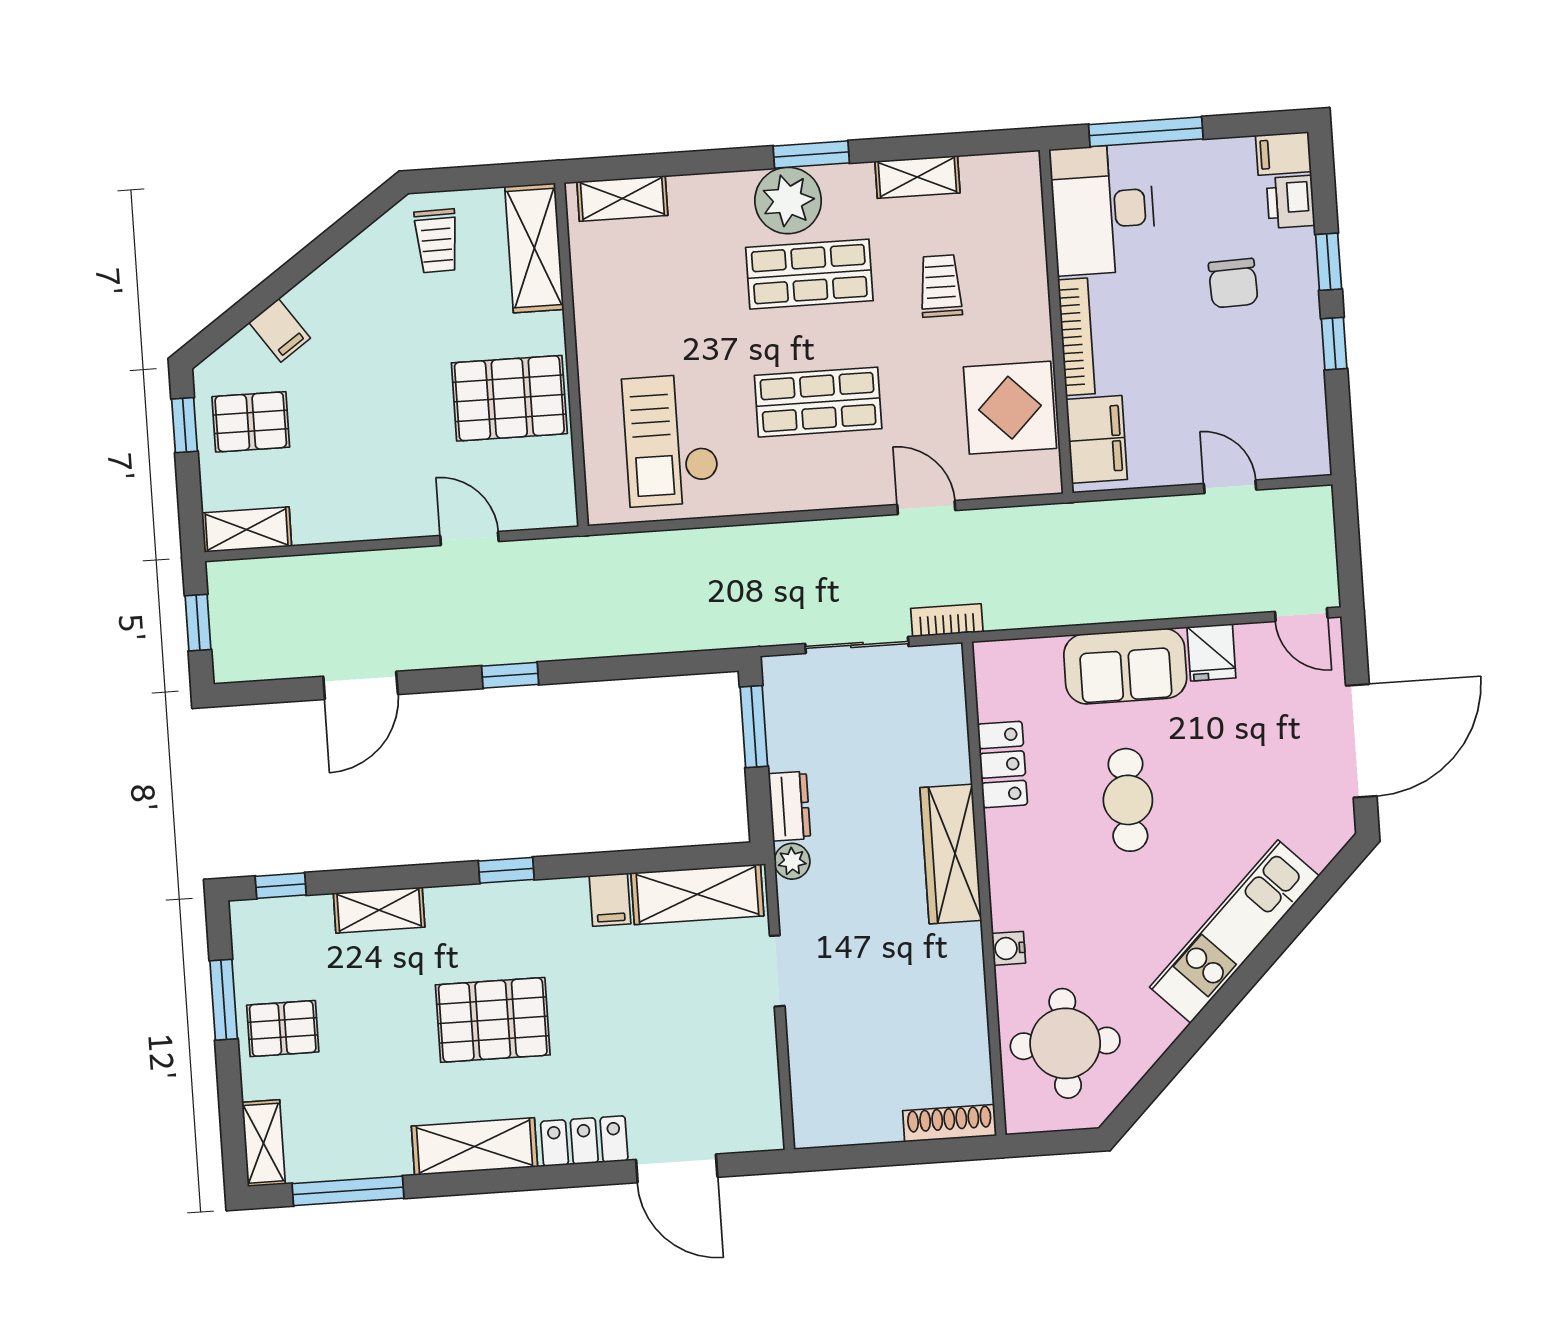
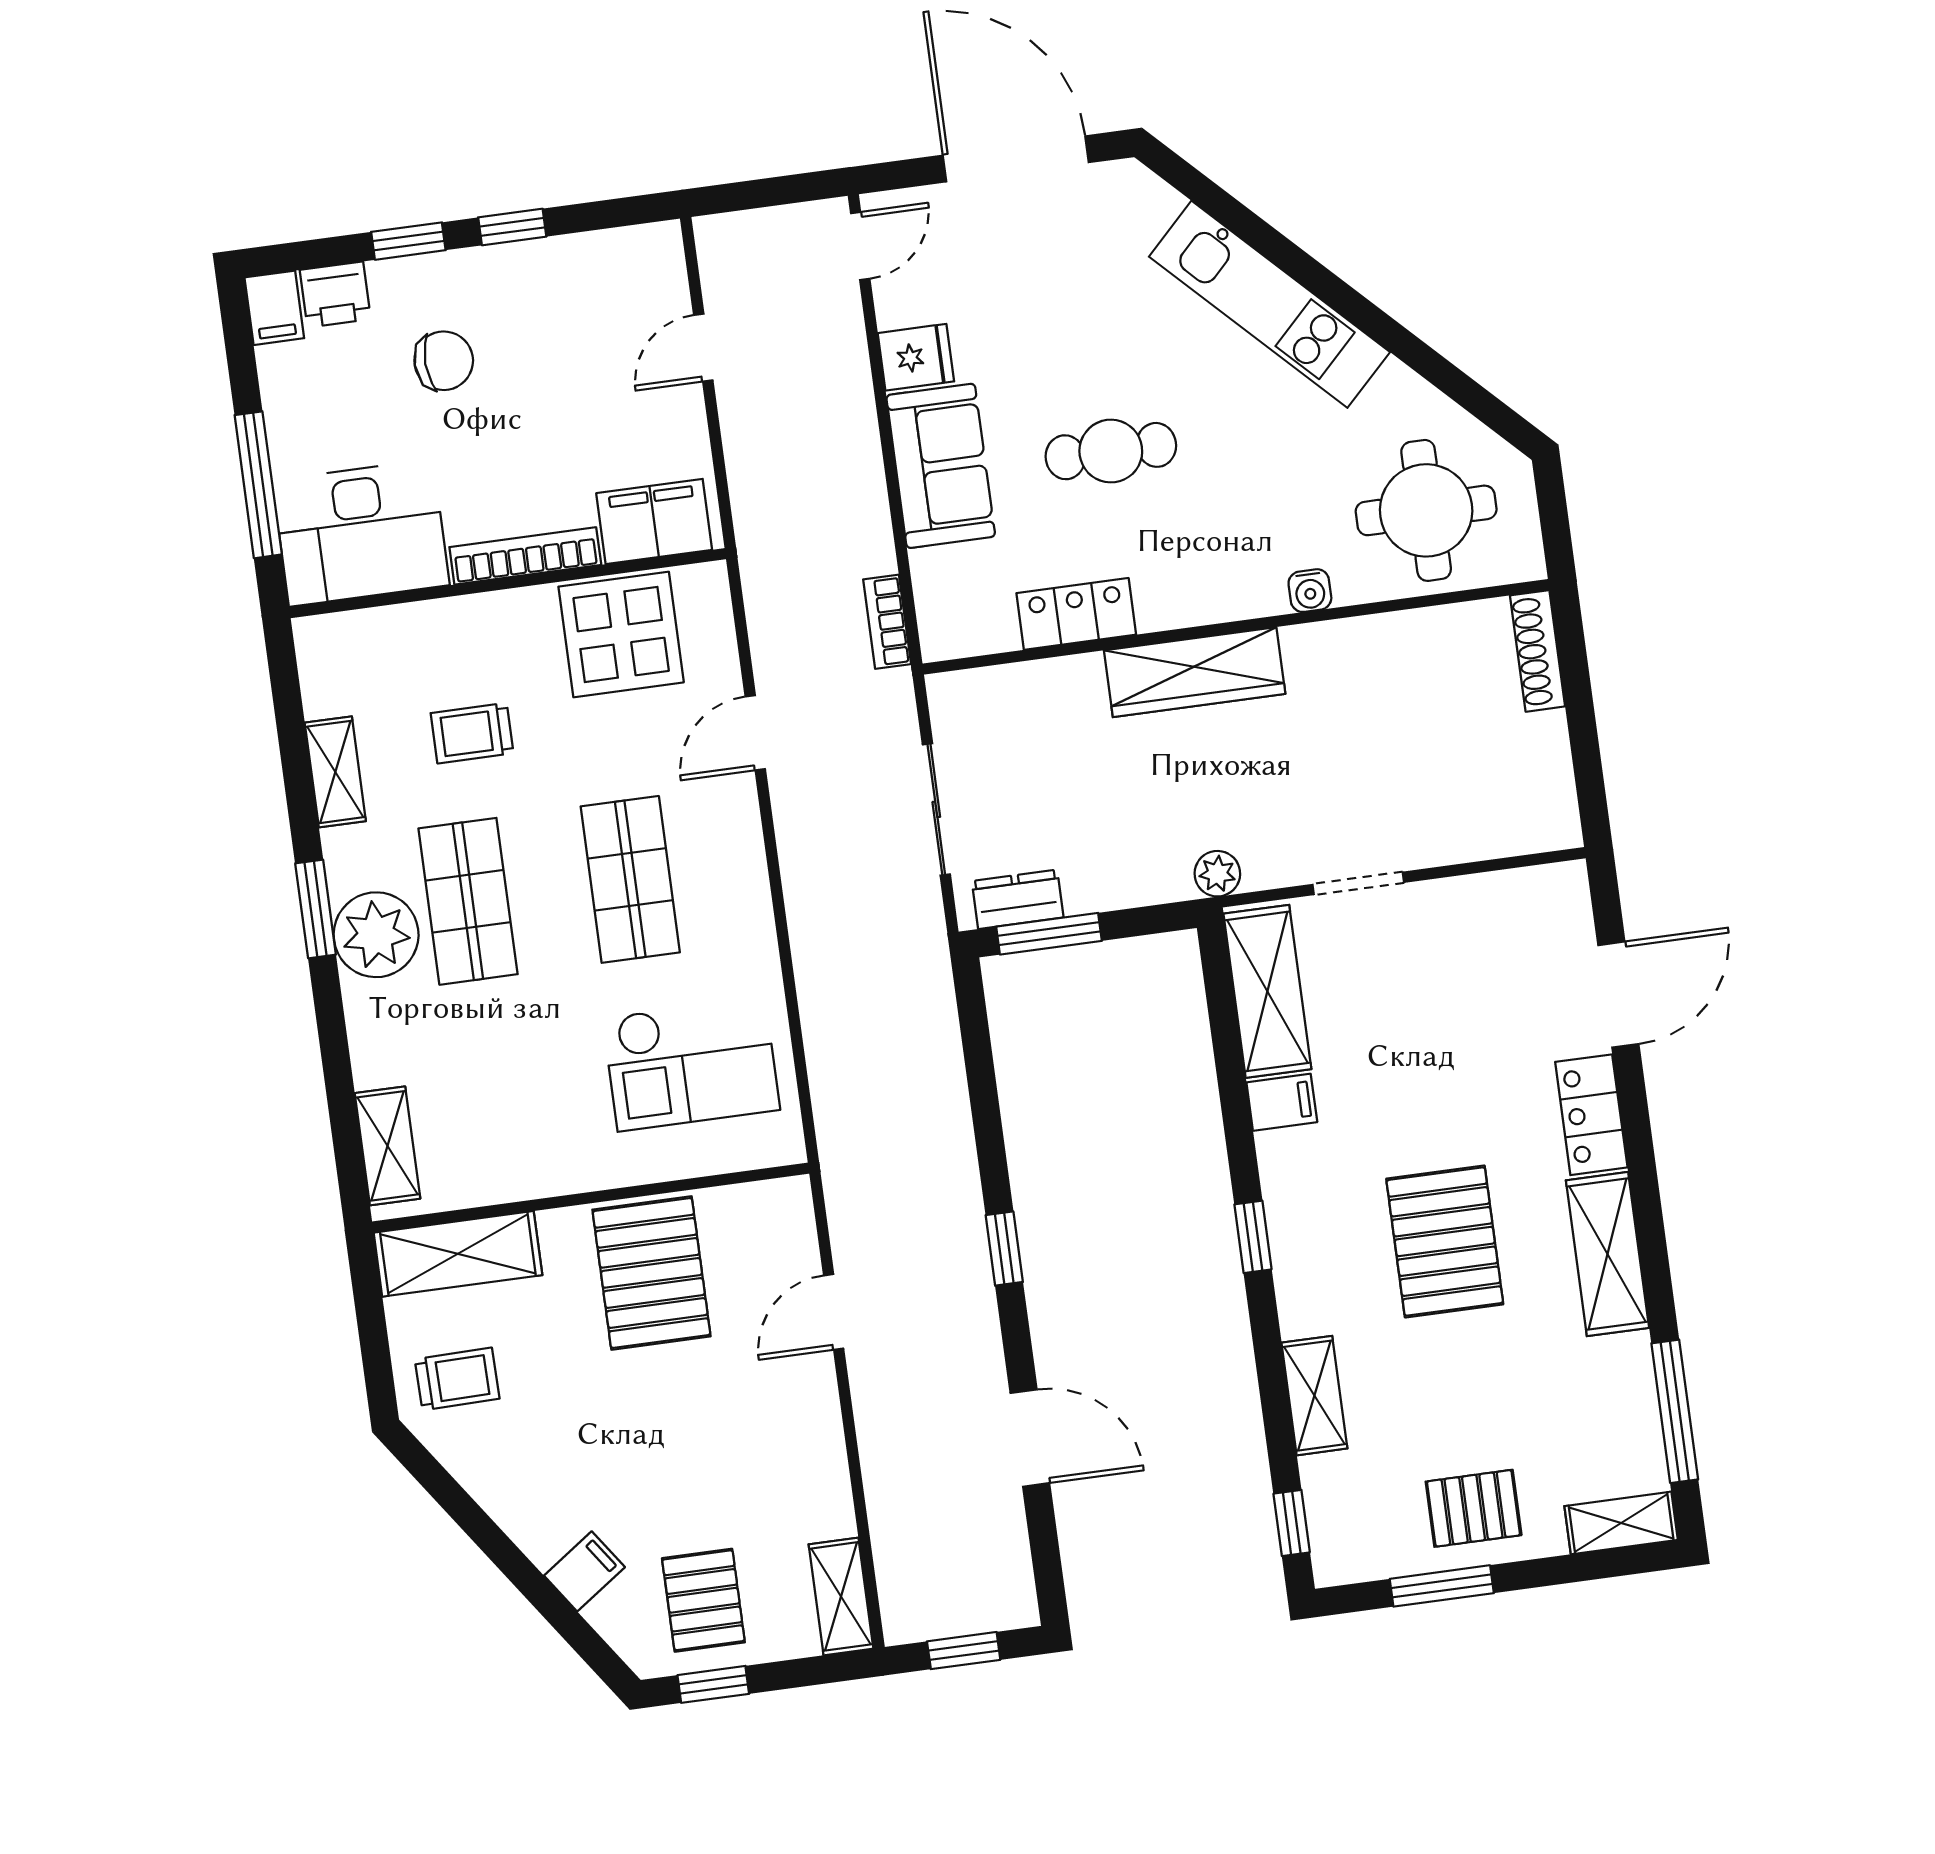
bookcase: (947, 620) -> (887, 622), moved
dresser: (789, 806) -> (1018, 899), moved
pallet: (283, 1029) -> (1474, 1508), turned 90

